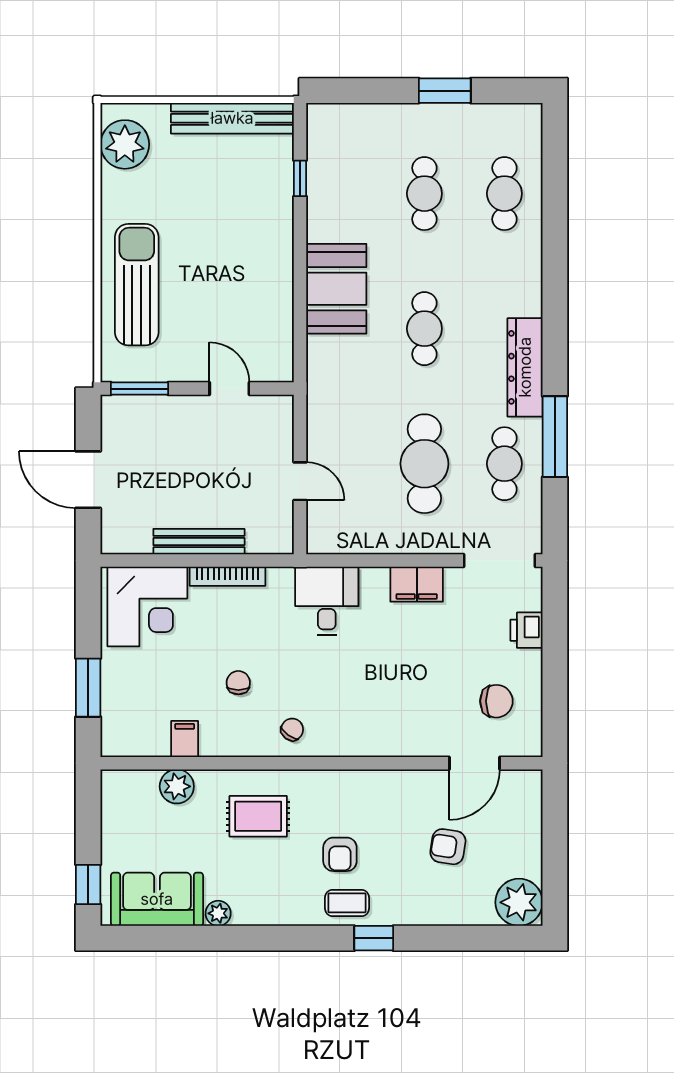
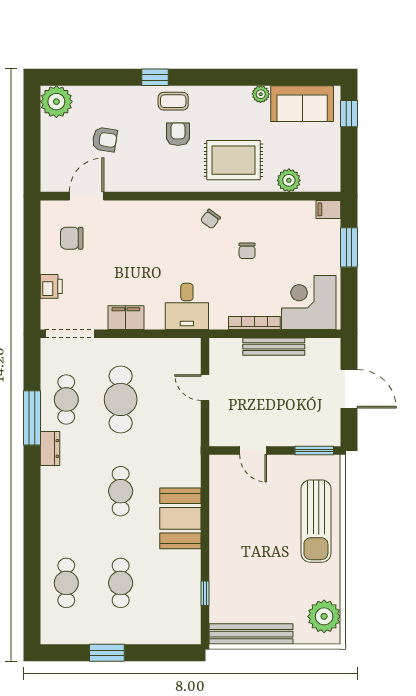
dresser: (525, 367) -> (50, 448), width x0.51, depth x0.80
filing cabinet: (185, 739) -> (328, 209), moved, turned 90
rug: (258, 816) -> (234, 160), width x1.36, depth x1.43

